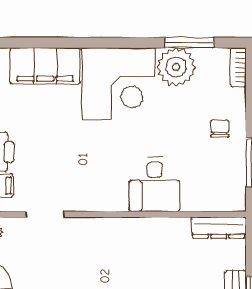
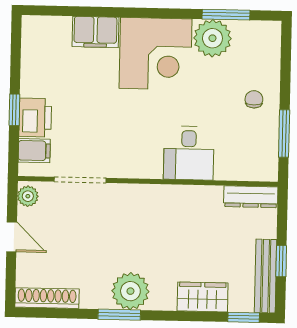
filing cabinet: (45, 66) -> (95, 32), width x0.67, depth x0.86
bookcase: (238, 68) -> (273, 40), removed
doorway: (45, 214) -> (80, 180), width x1.38

